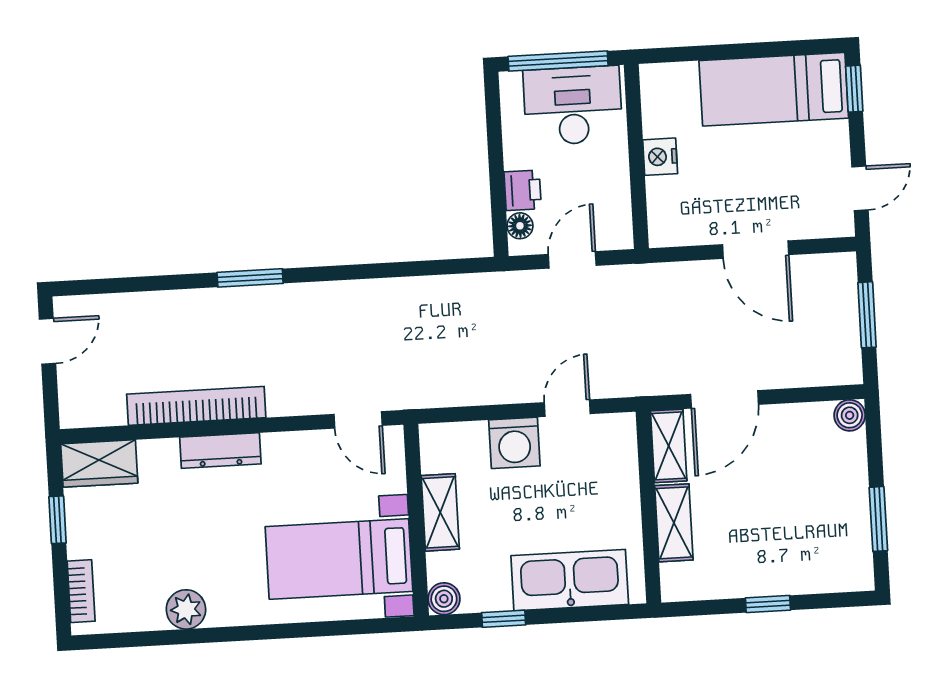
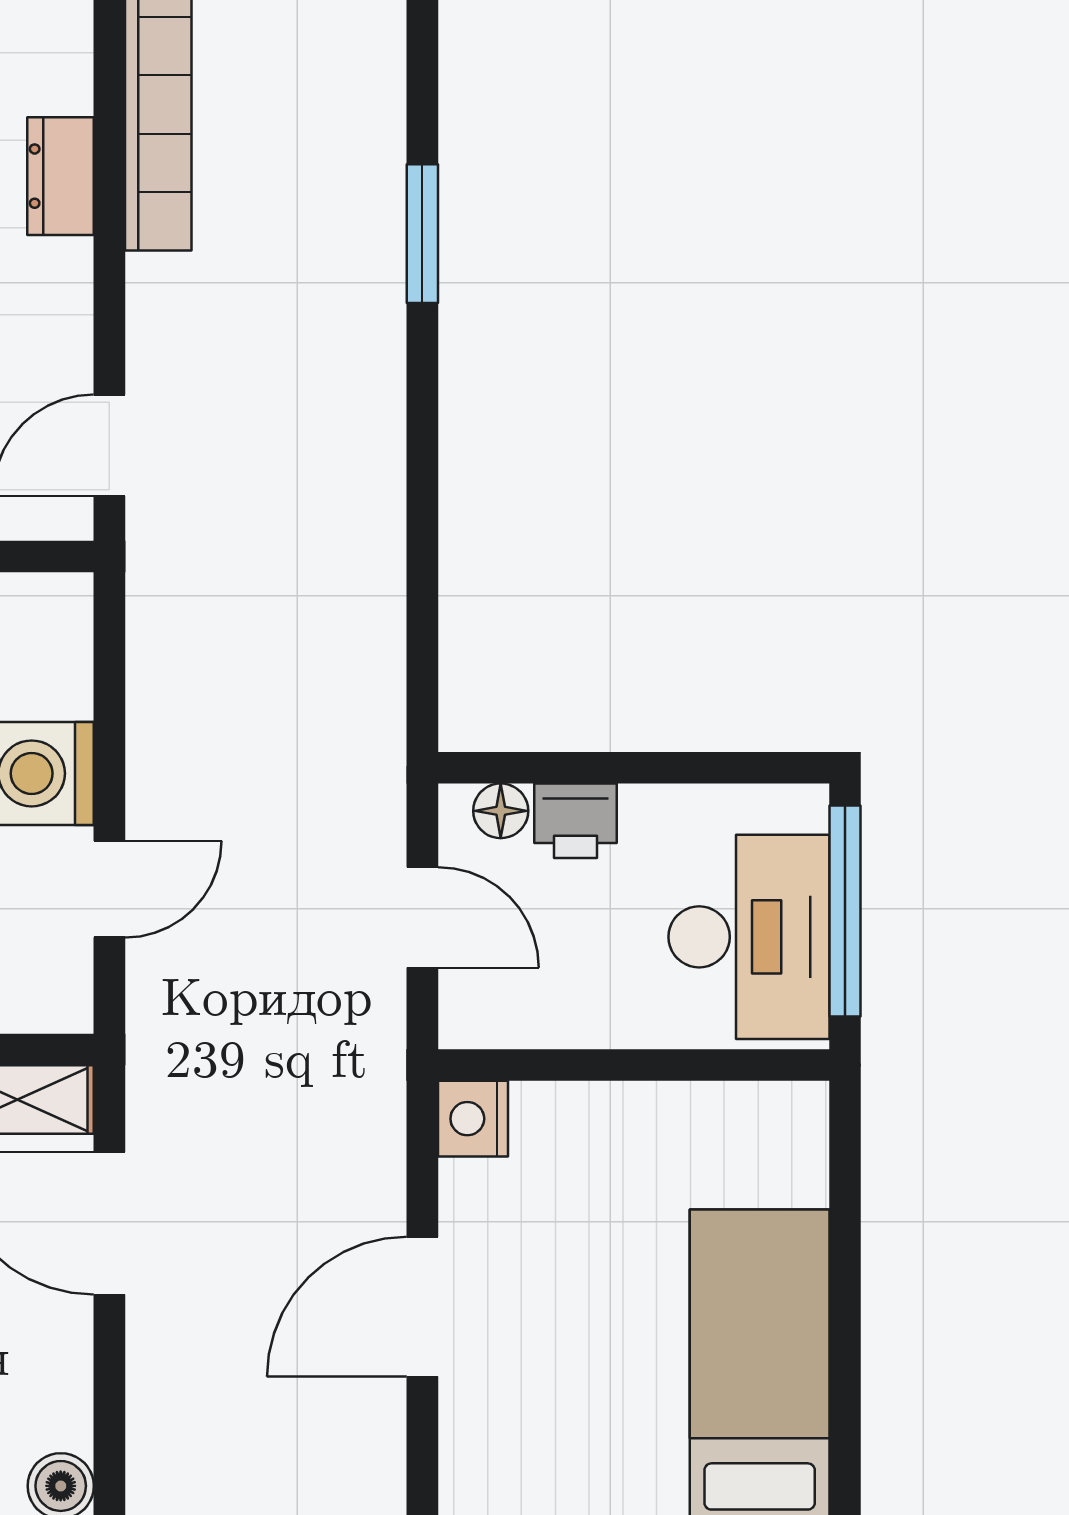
nightstand: (660, 157) -> (473, 1119), moved, turned -90
door: (567, 408) -> (109, 889), hinge flipped
dresser: (220, 451) -> (61, 176), width x0.70

